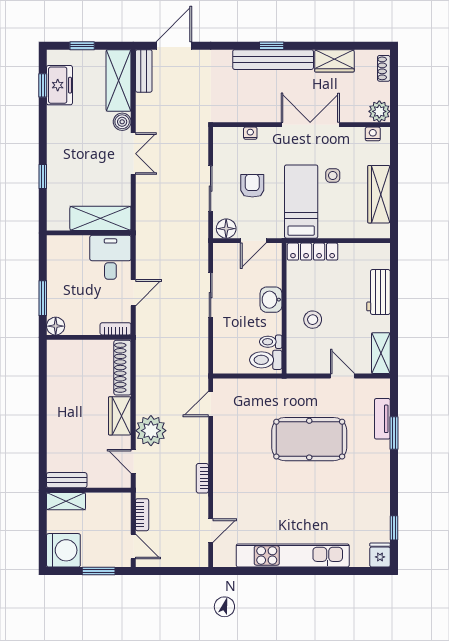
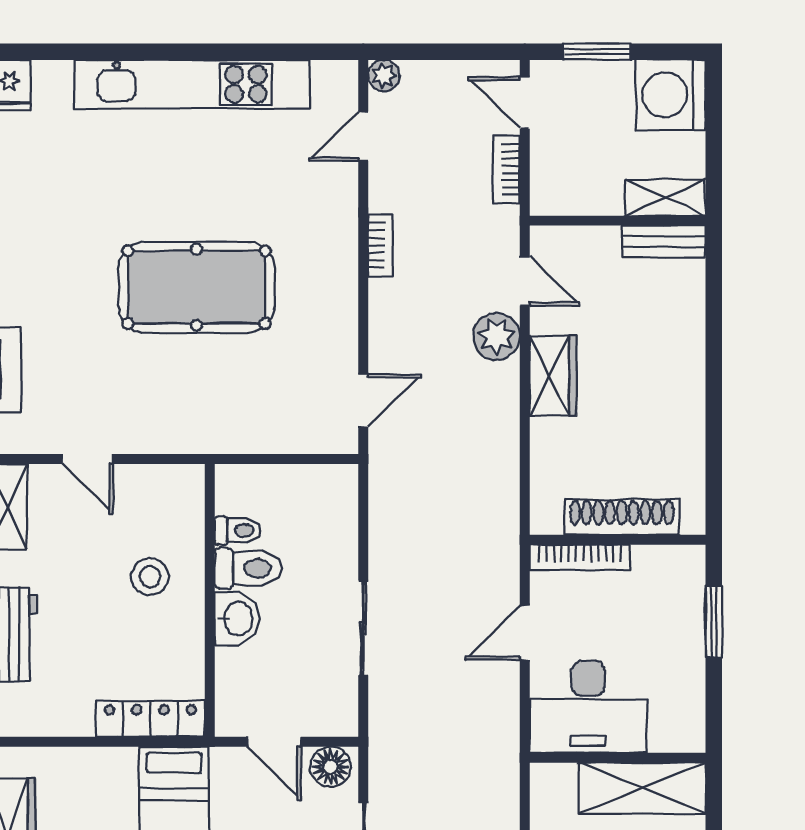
shelving: (100, 218) -> (642, 788), moved
door: (253, 241) -> (274, 742), swing flipped
desk: (110, 257) -> (588, 707), width x1.37
floor lamp: (56, 326) -> (687, 563), removed
bookcase: (116, 329) -> (580, 557), width x1.56
toilet: (266, 360) -> (248, 568), moved
shoe rack: (122, 368) -> (622, 517), moved, turned -90
plant: (151, 431) -> (496, 336), width x0.73, depth x0.73
pool table: (309, 439) -> (196, 287), moved
plant: (201, 560) -> (384, 76), added

